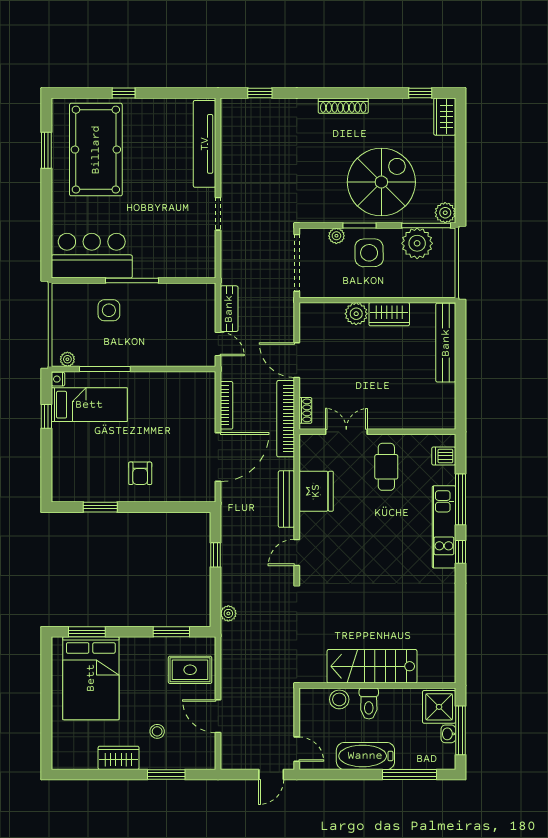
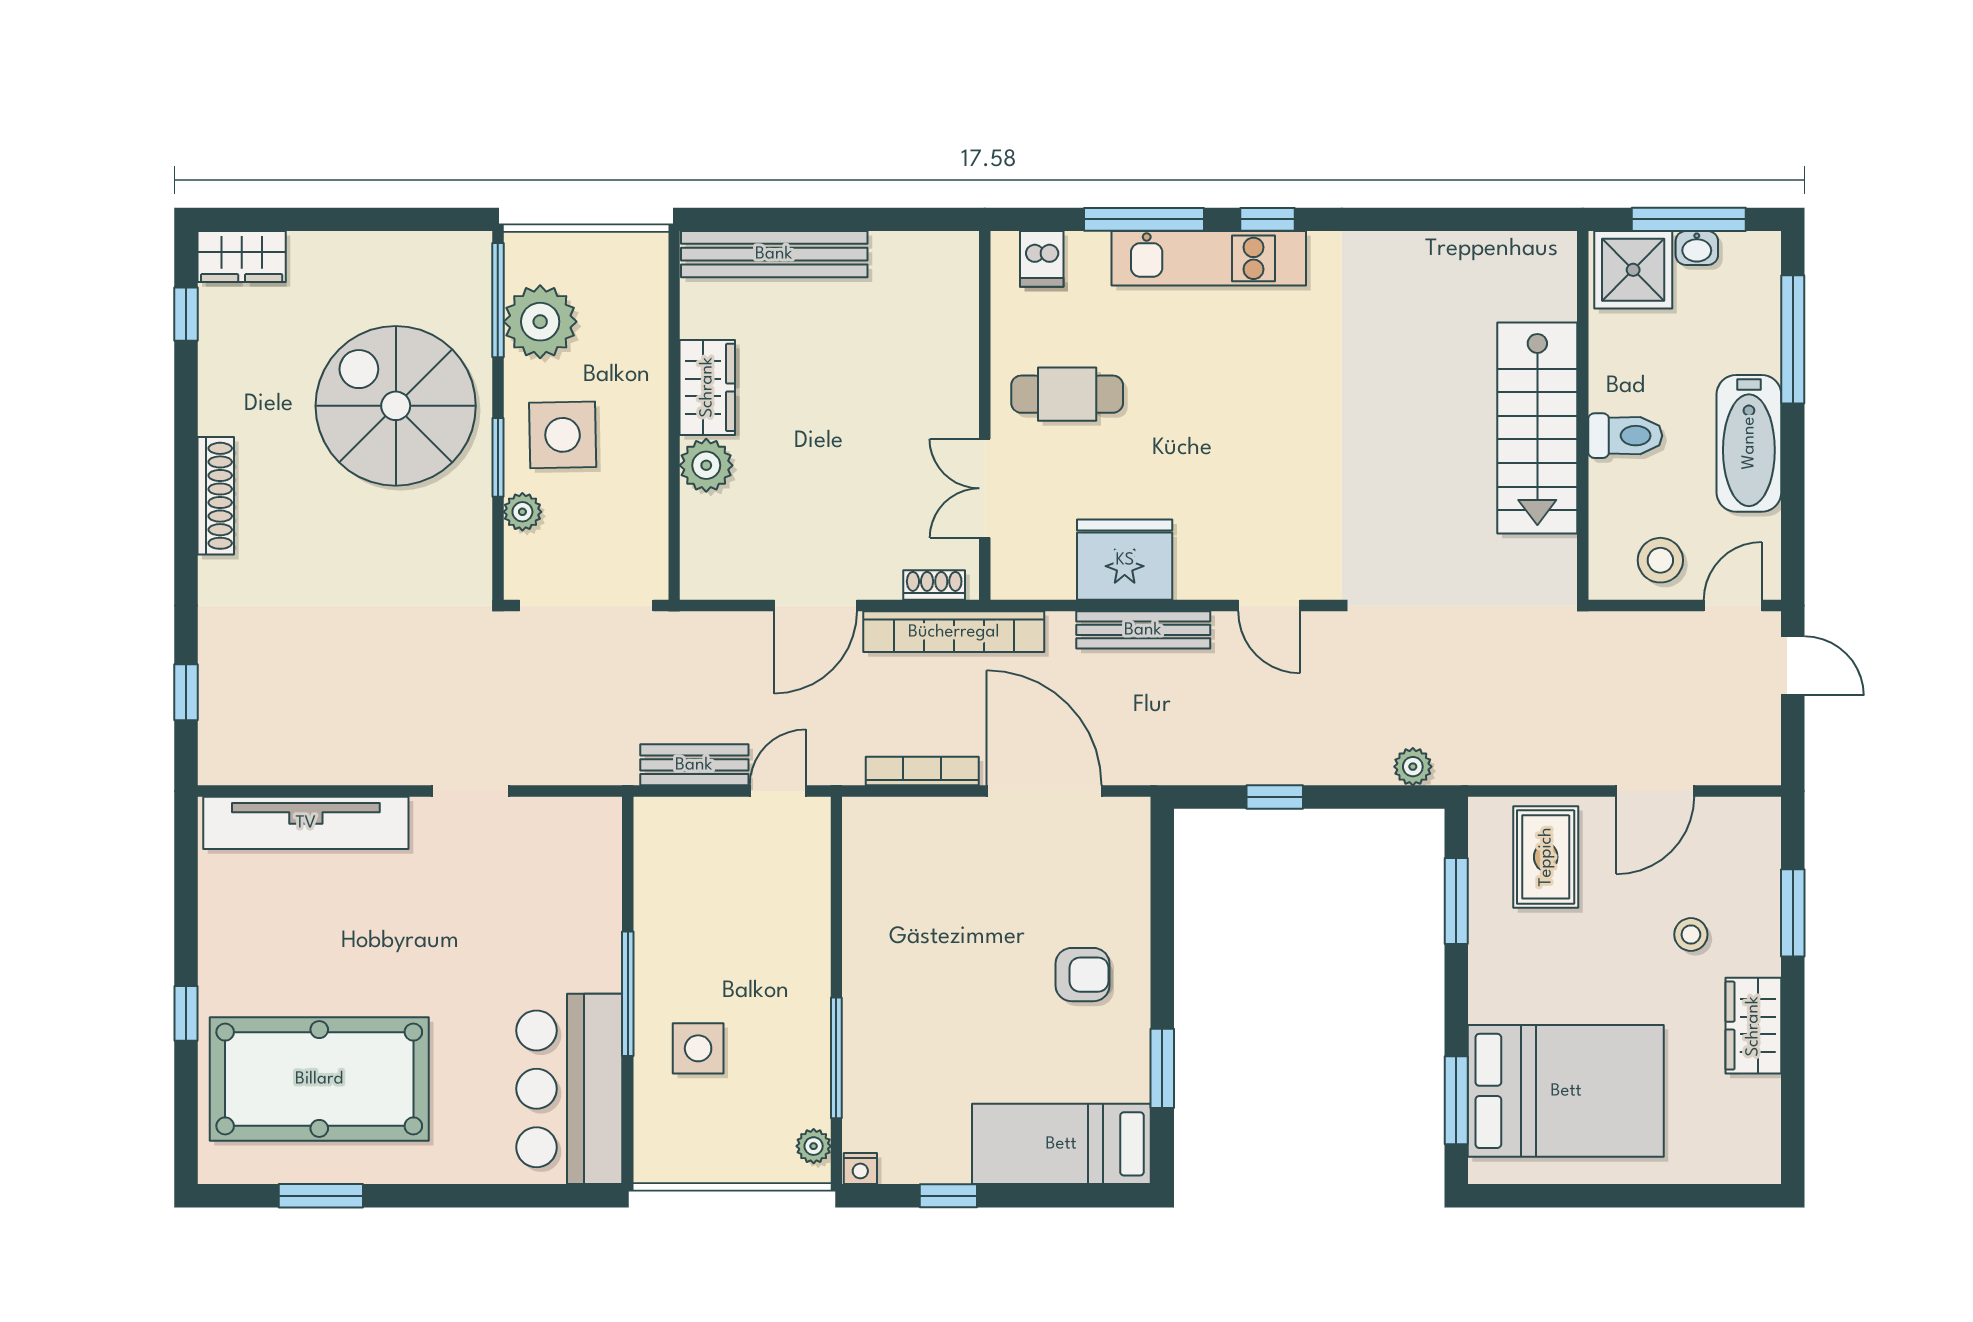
plant: (445, 213) -> (468, 255), removed
bed: (89, 405) -> (1061, 1144), moved, turned -90
stool: (339, 699) -> (1660, 560), moved

